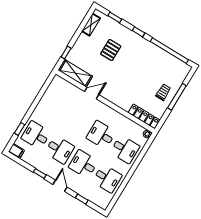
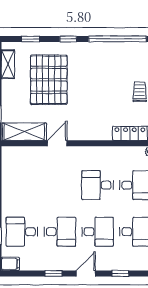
pallet: (111, 50) -> (49, 80), width x2.05, depth x2.00
desk: (83, 164) -> (98, 232), turned 180
door: (60, 186) -> (86, 273), hinge flipped

